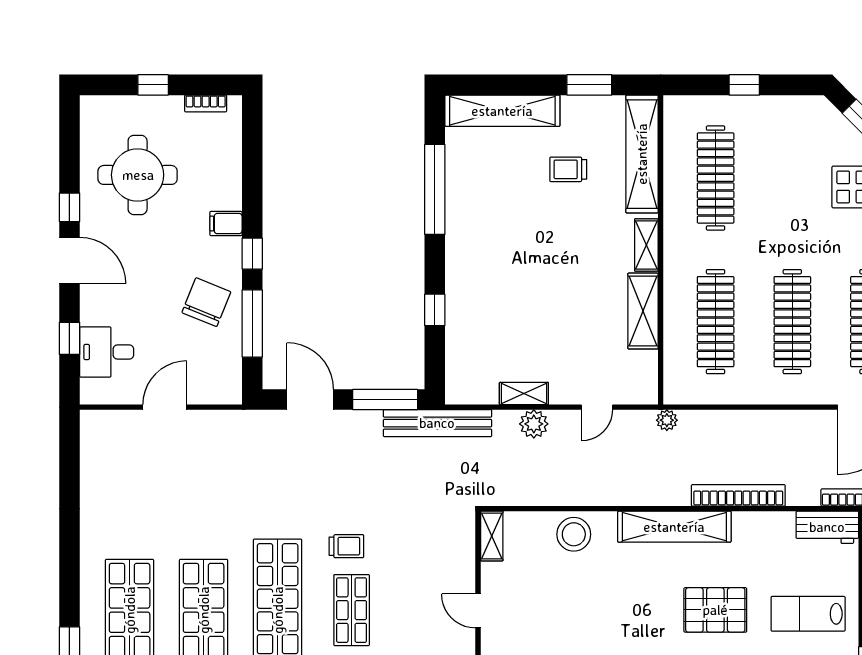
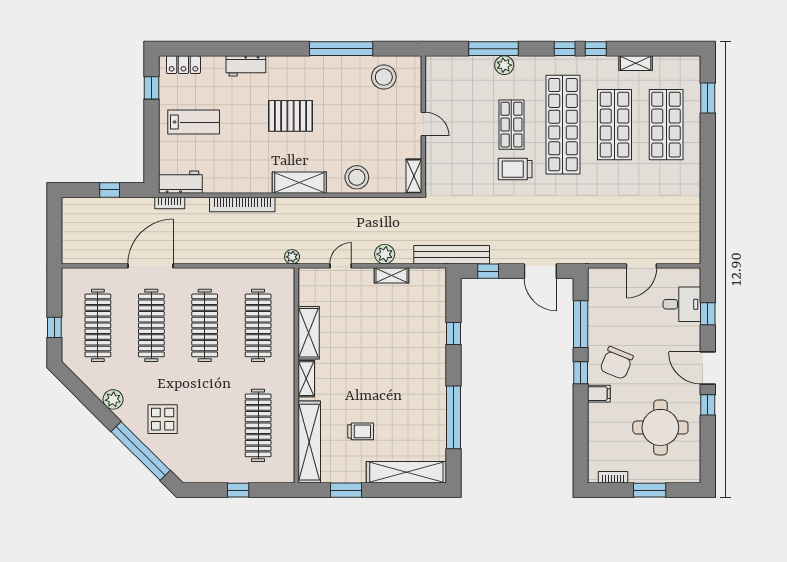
window: (153, 85) -> (650, 490), width x1.50
chair: (206, 302) -> (617, 363), moved
window: (385, 399) -> (488, 271), width x0.46
shelving: (674, 527) -> (299, 183), width x0.68
trolley: (346, 546) -> (515, 169), width x1.36, depth x1.39
pallet: (715, 610) -> (290, 116), moved

